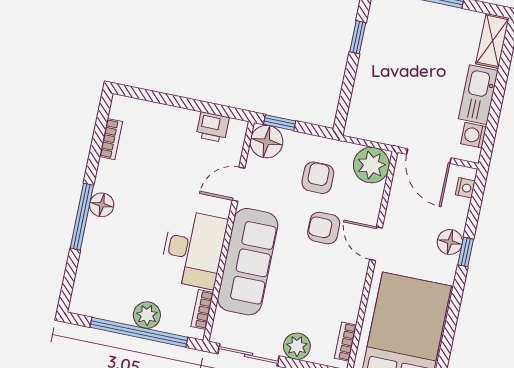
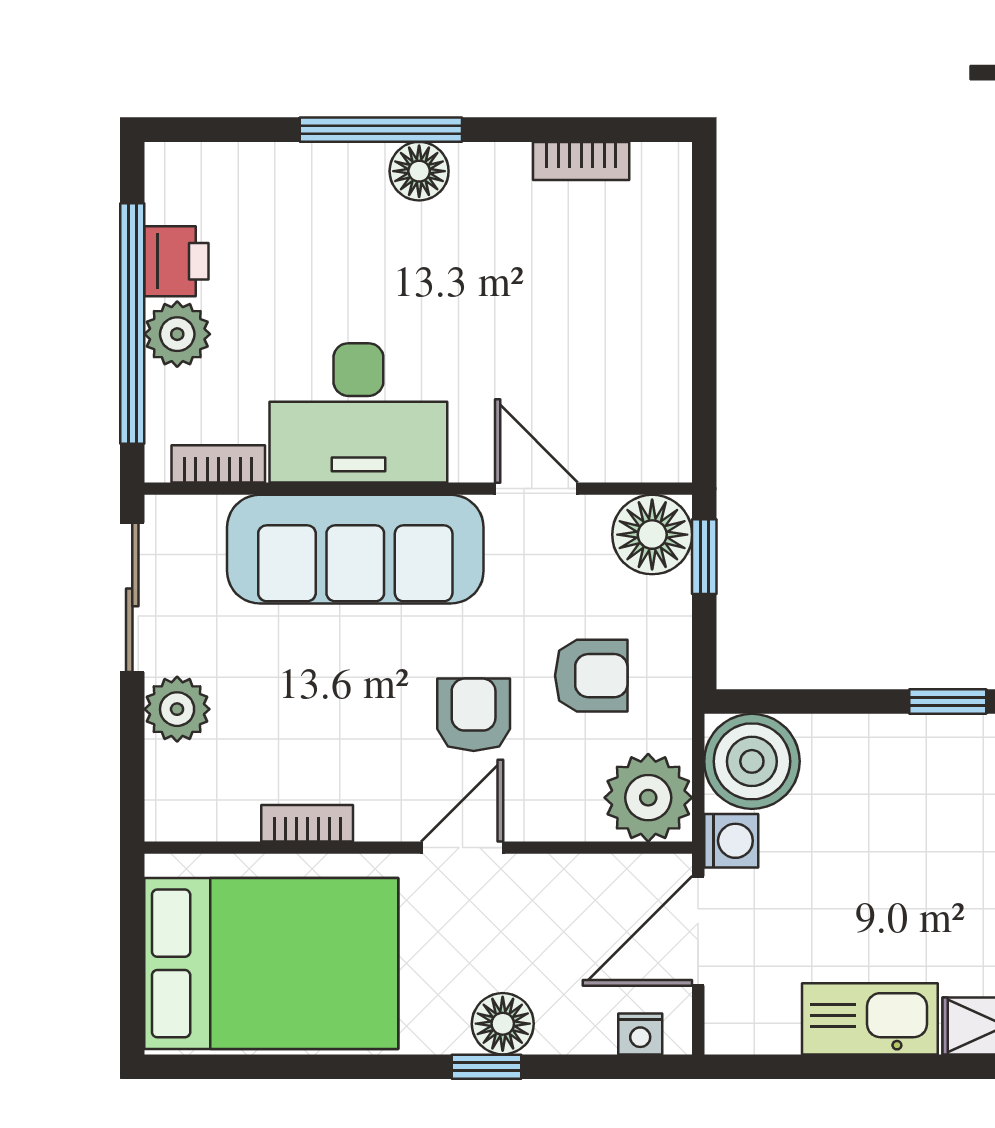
boiler: (365, 121) -> (752, 761), added
printer: (213, 127) -> (176, 261), moved, turned 180
washing machine: (474, 135) -> (731, 841), moved, turned 90
bookcase: (346, 342) -> (307, 823), moved

